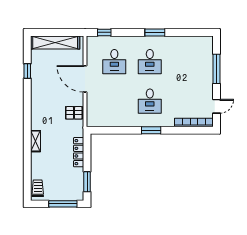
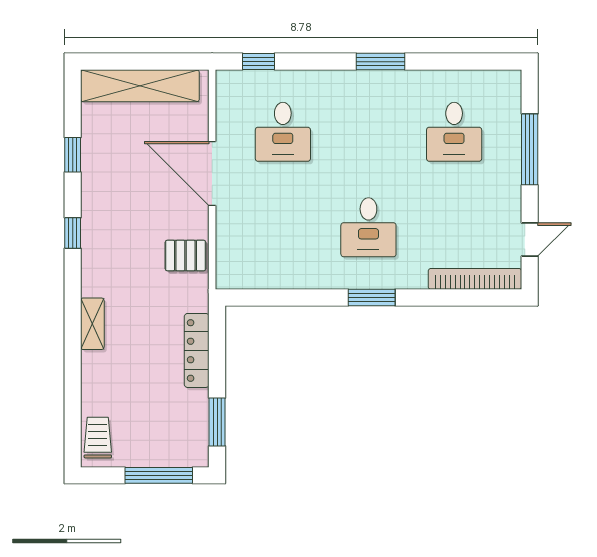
desk: (150, 62) -> (454, 132), moved
window: (27, 104) -> (73, 233), added

